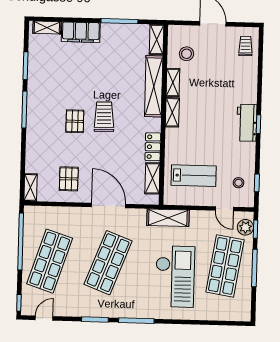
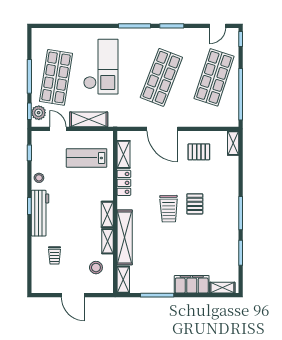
trolley: (246, 46) -> (55, 255), moved
workbench: (247, 123) -> (40, 213), width x1.38
pallet: (69, 179) -> (199, 152), turned 90
stool: (238, 183) -> (39, 178), moved
shelving: (168, 218) -> (89, 119), moved
checkout: (175, 277) -> (101, 67), turned 180

